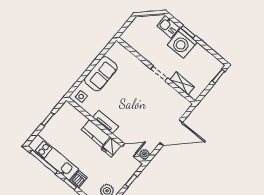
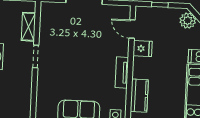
kitchen counter: (96, 133) -> (139, 96), moved
plant: (144, 154) -> (125, 11), removed

